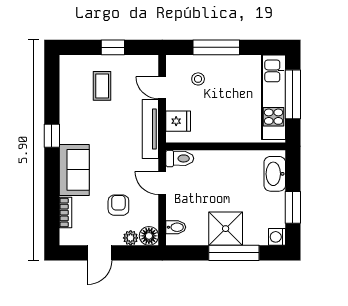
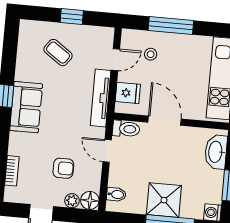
coffee table: (102, 86) -> (58, 53), turned -55
door: (162, 88) -> (115, 60), swing flipped
door: (219, 146) -> (165, 121), added
sofa: (74, 170) -> (26, 107), moved
armchair: (118, 205) -> (63, 168), turned 90

